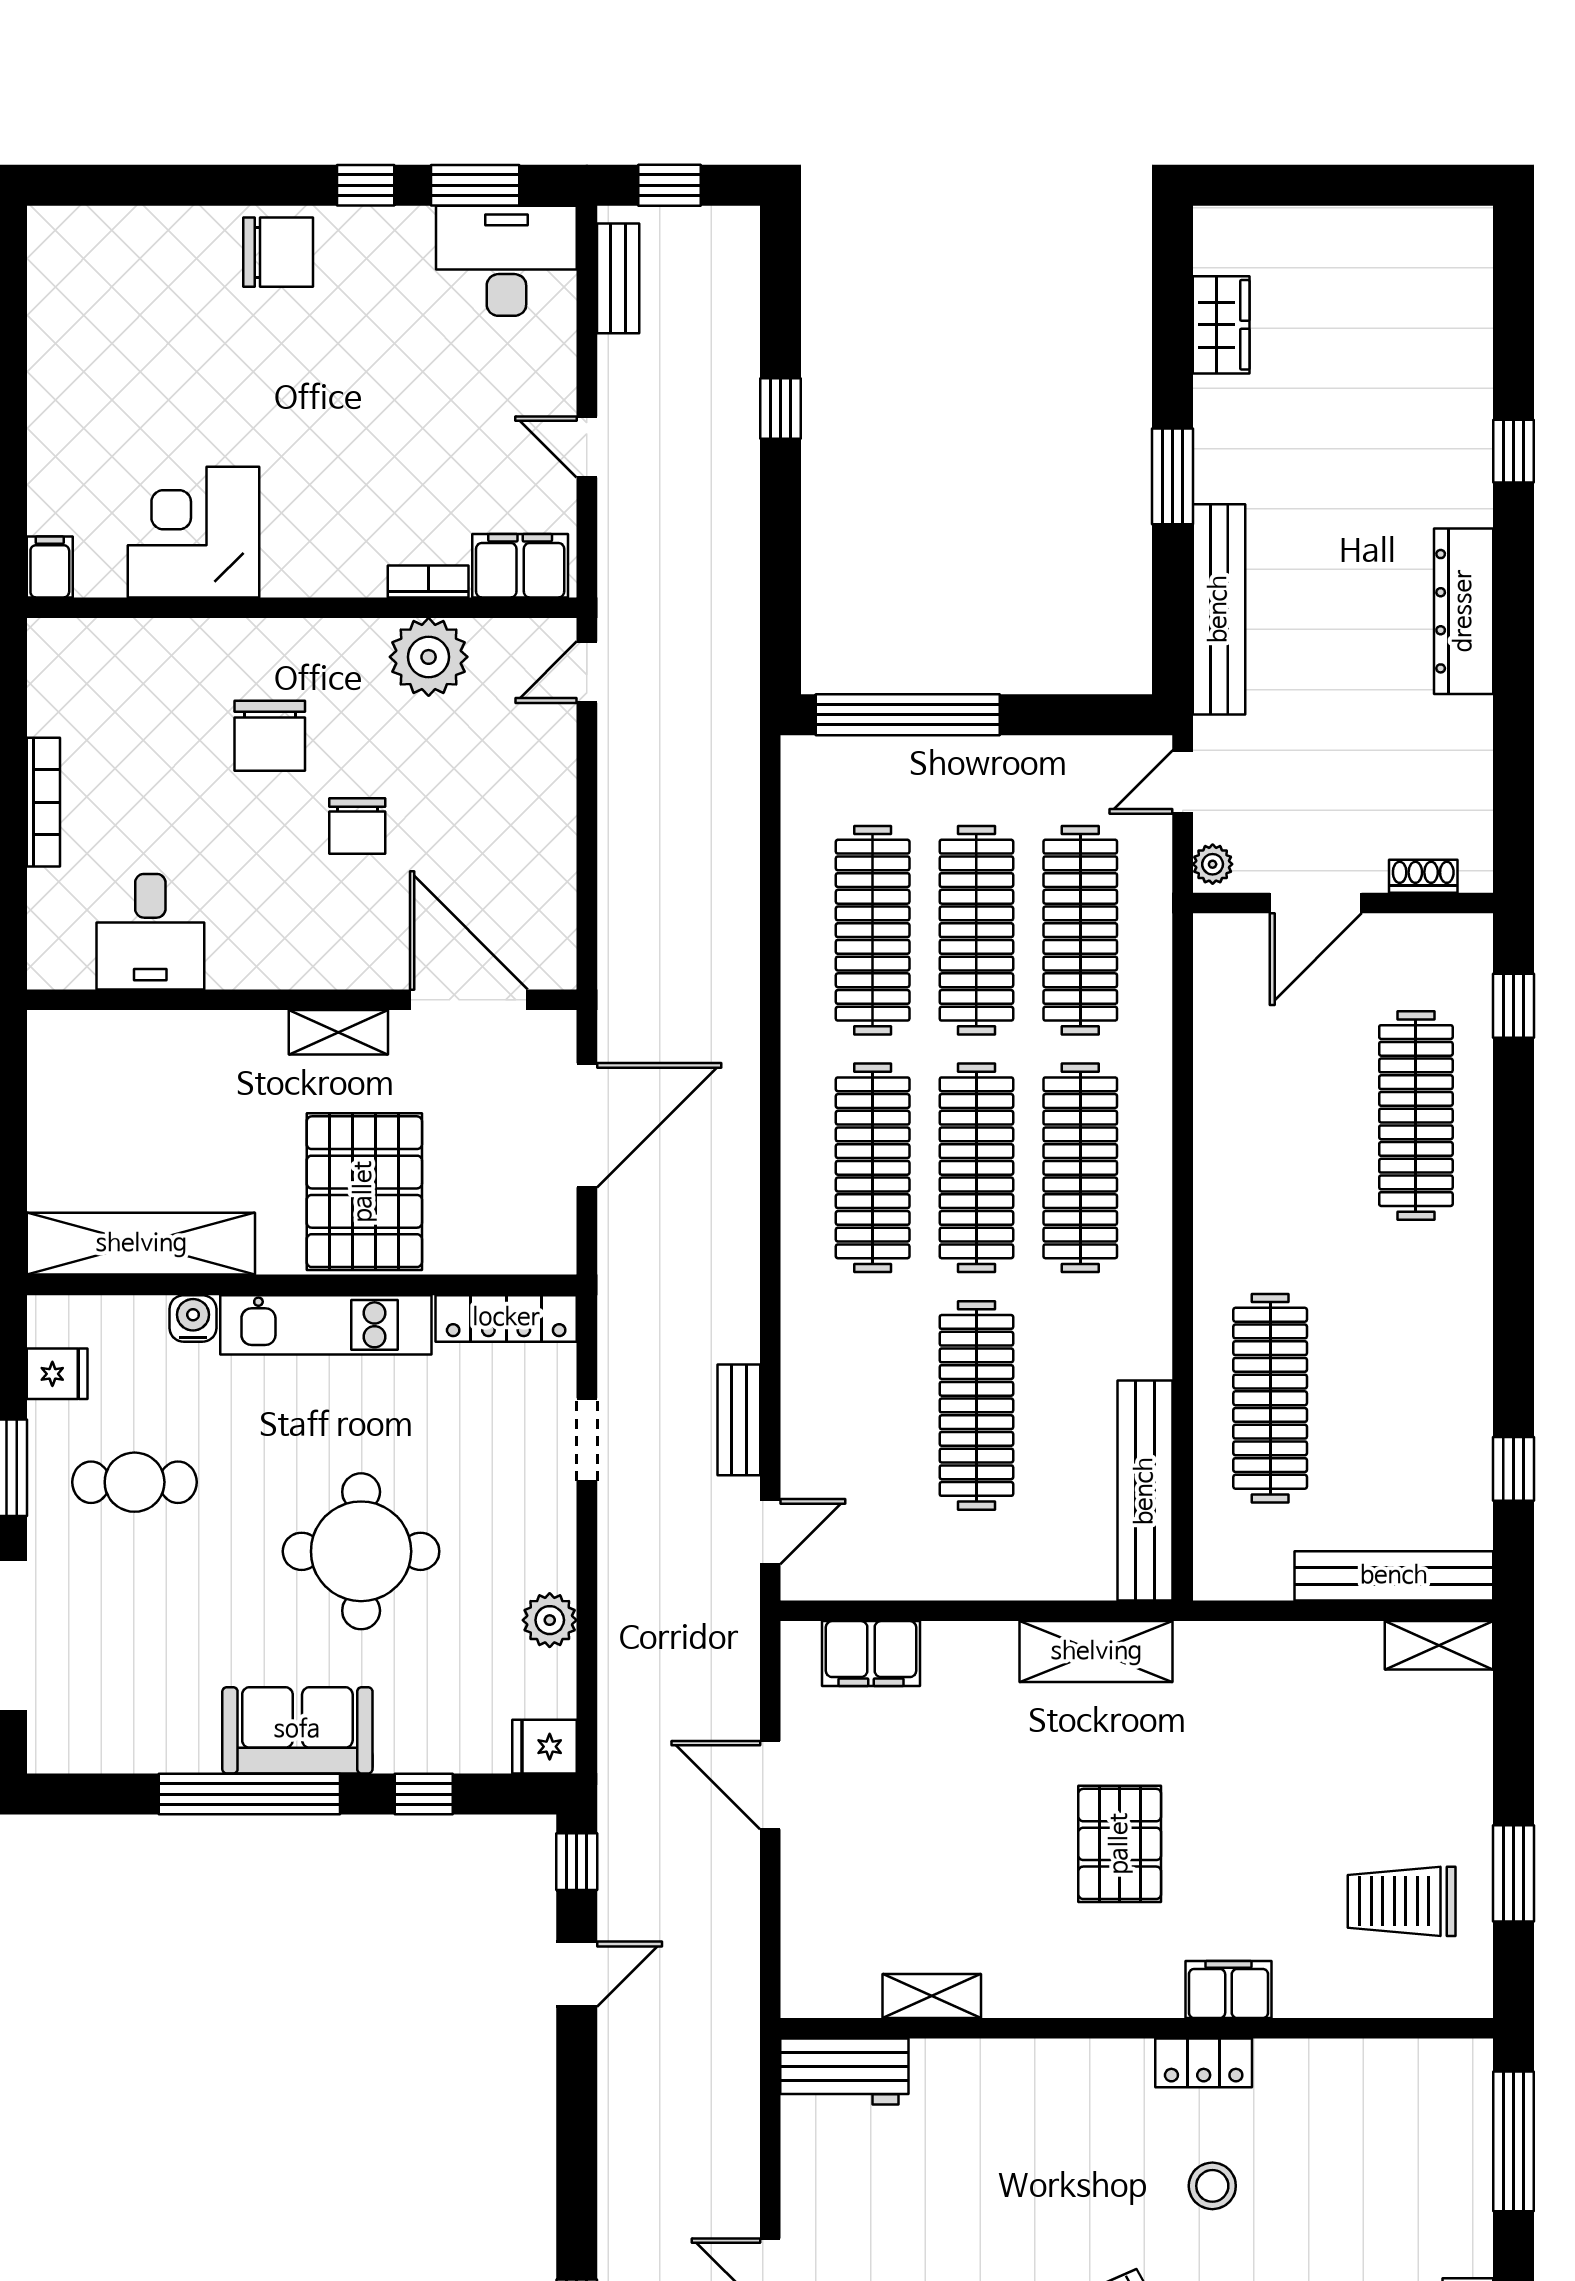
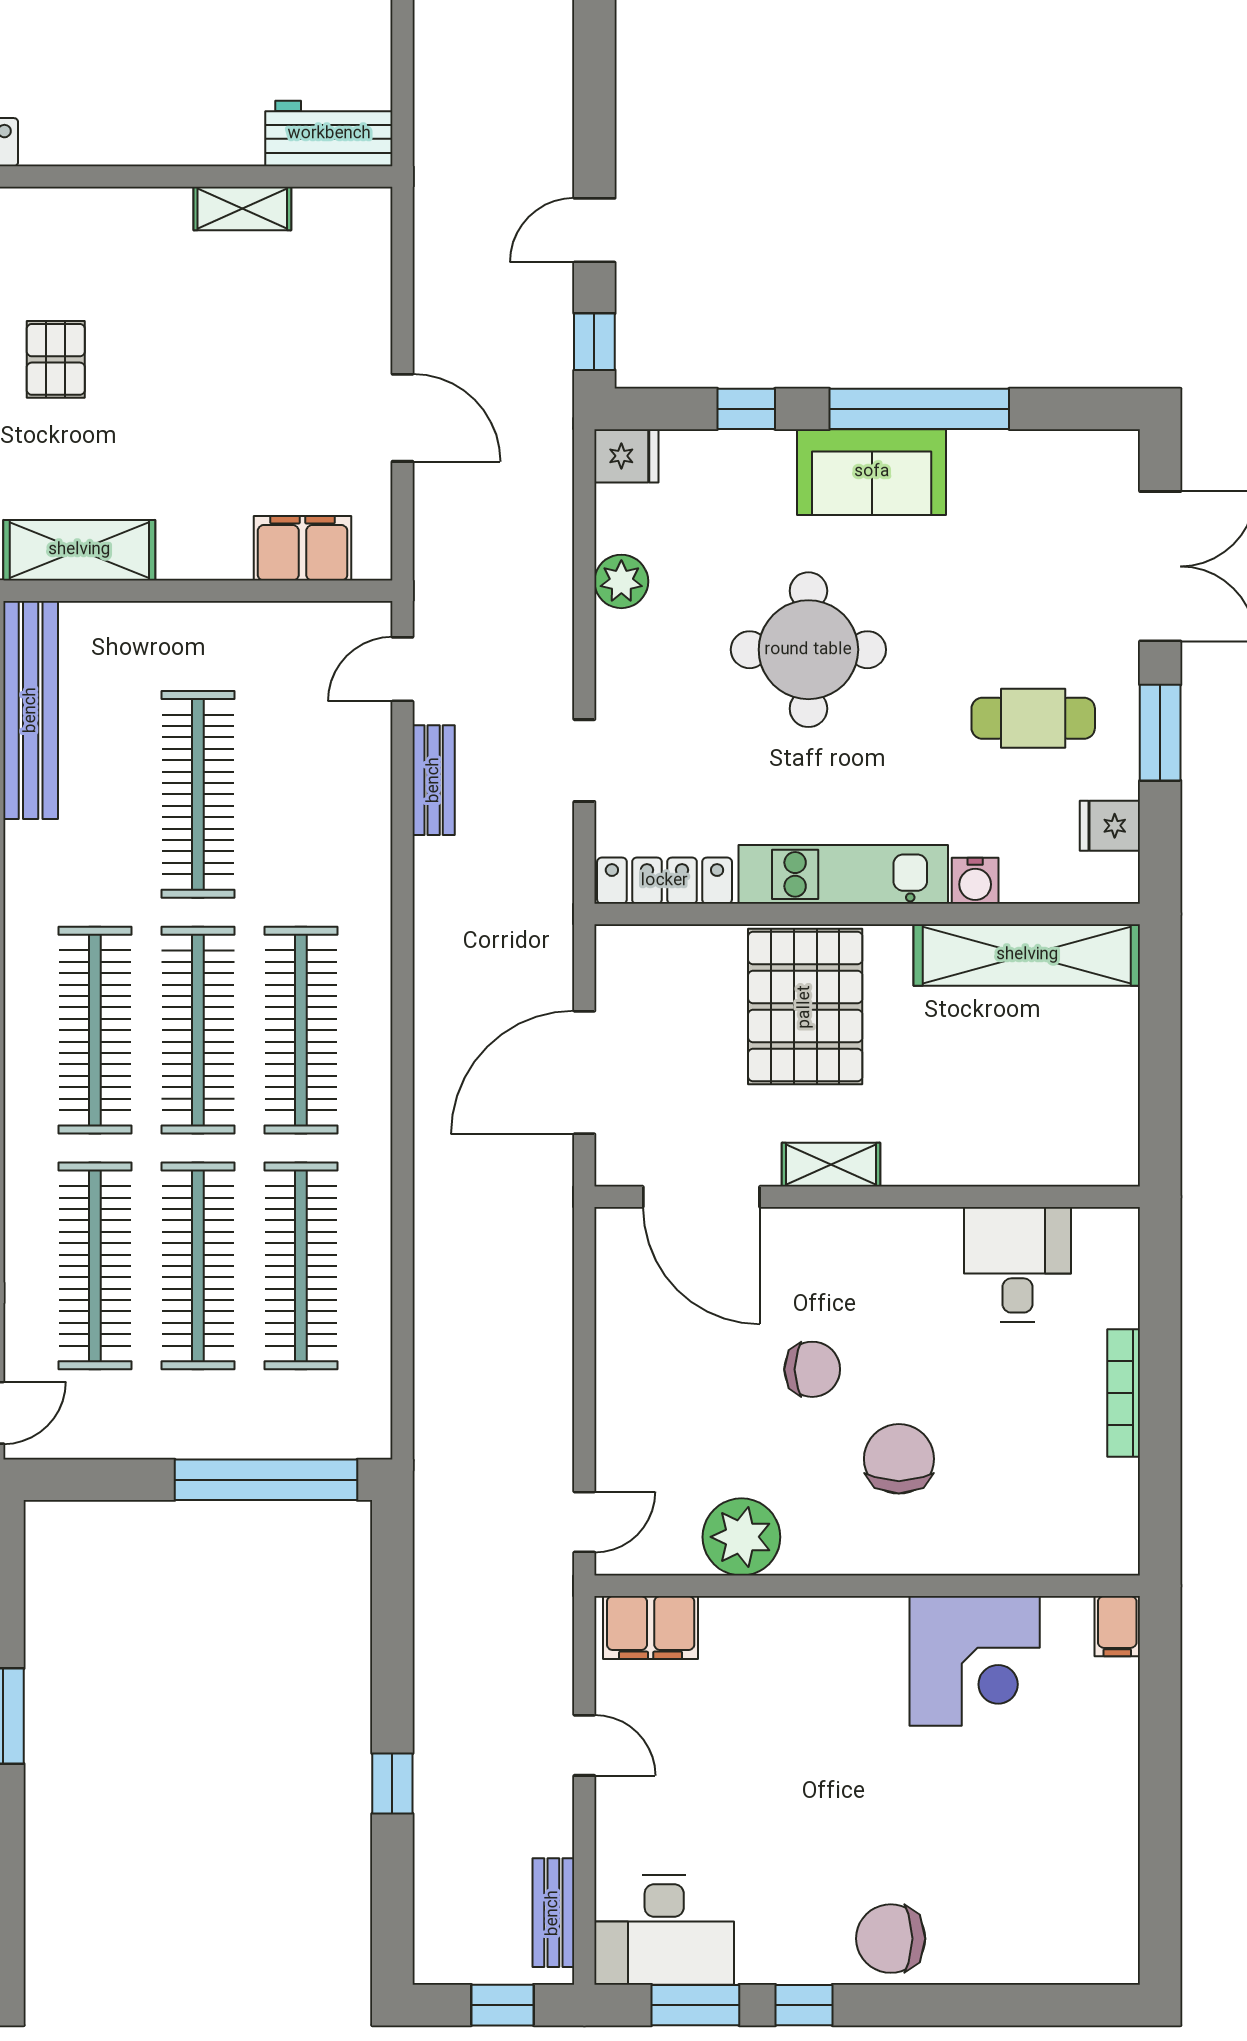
bookcase: (428, 581) -> (742, 1612), removed
chair: (357, 826) -> (812, 1369), turned 90
pallet: (1120, 1844) -> (56, 359), width x0.67, depth x0.71

